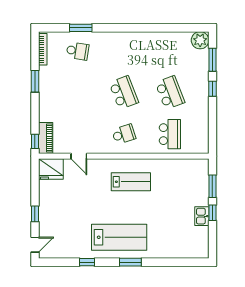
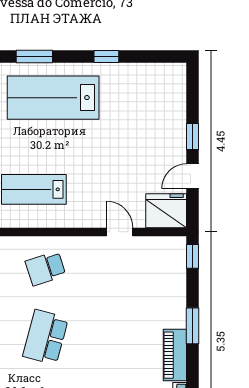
window: (35, 81) -> (193, 326), moved
school desk: (124, 93) -> (46, 337), turned 36
piano: (46, 138) -> (175, 355), moved
door: (35, 245) -> (193, 176), moved

